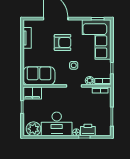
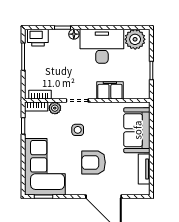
sofa: (39, 76) -> (137, 130), moved, turned 90
filing cabinet: (32, 93) -> (110, 90), moved
printer: (88, 130) -> (38, 38), moved

